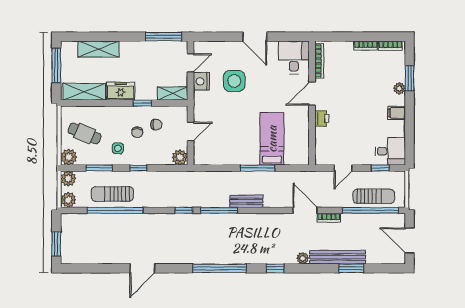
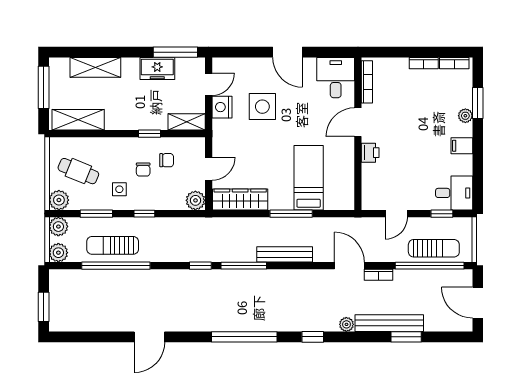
freezer: (121, 91) -> (157, 68), moved, turned 180
wardrobe: (216, 157) -> (240, 199), added
bench: (246, 201) -> (285, 254), width x1.36

